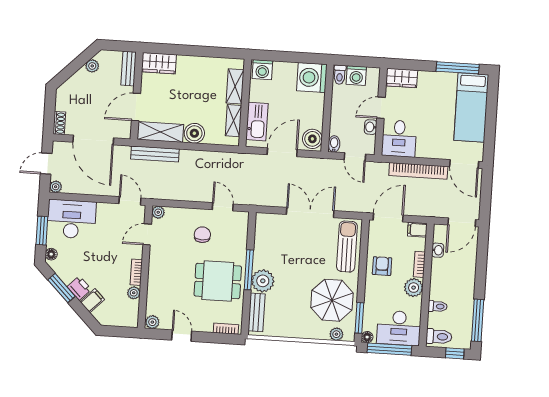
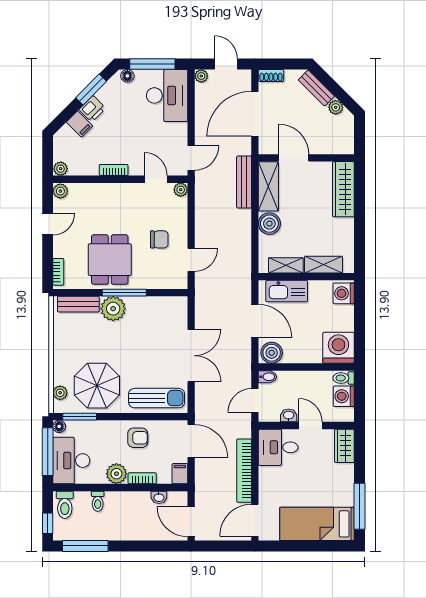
wardrobe: (159, 63) -> (343, 189), width x1.50
bench: (129, 69) -> (316, 88), moved, turned 45
window: (42, 231) -> (152, 64), width x1.44
plant: (134, 293) -> (61, 169), moved

